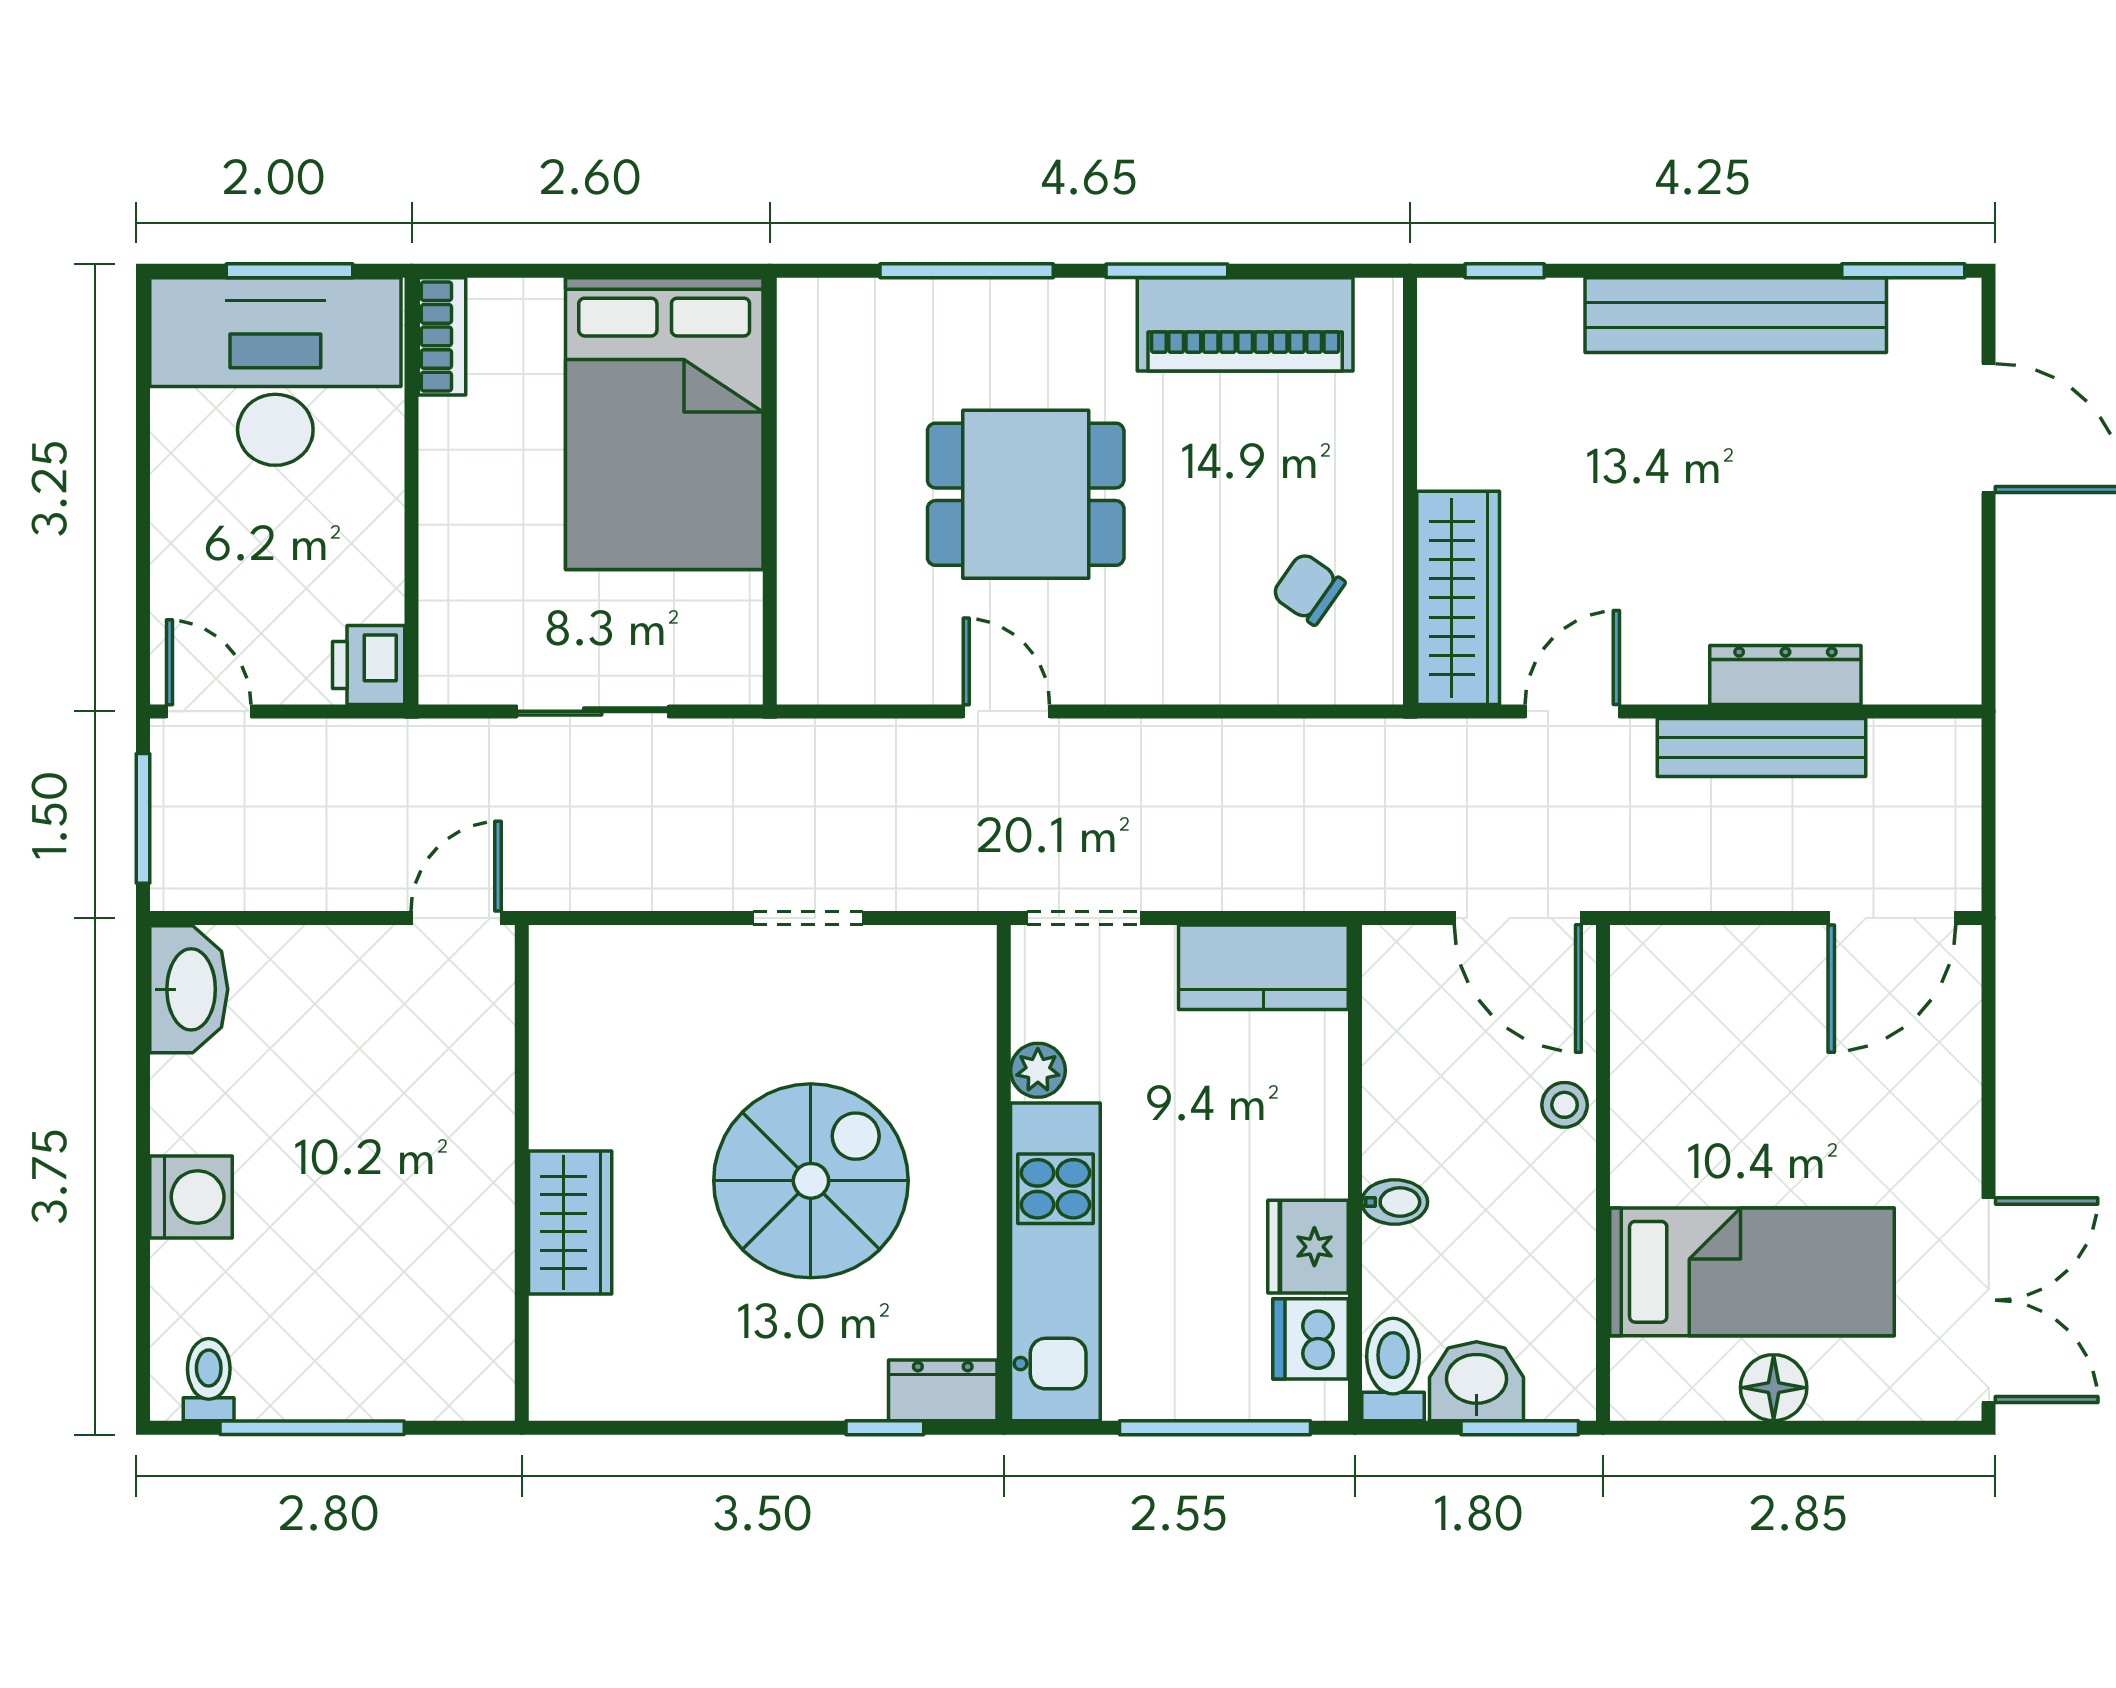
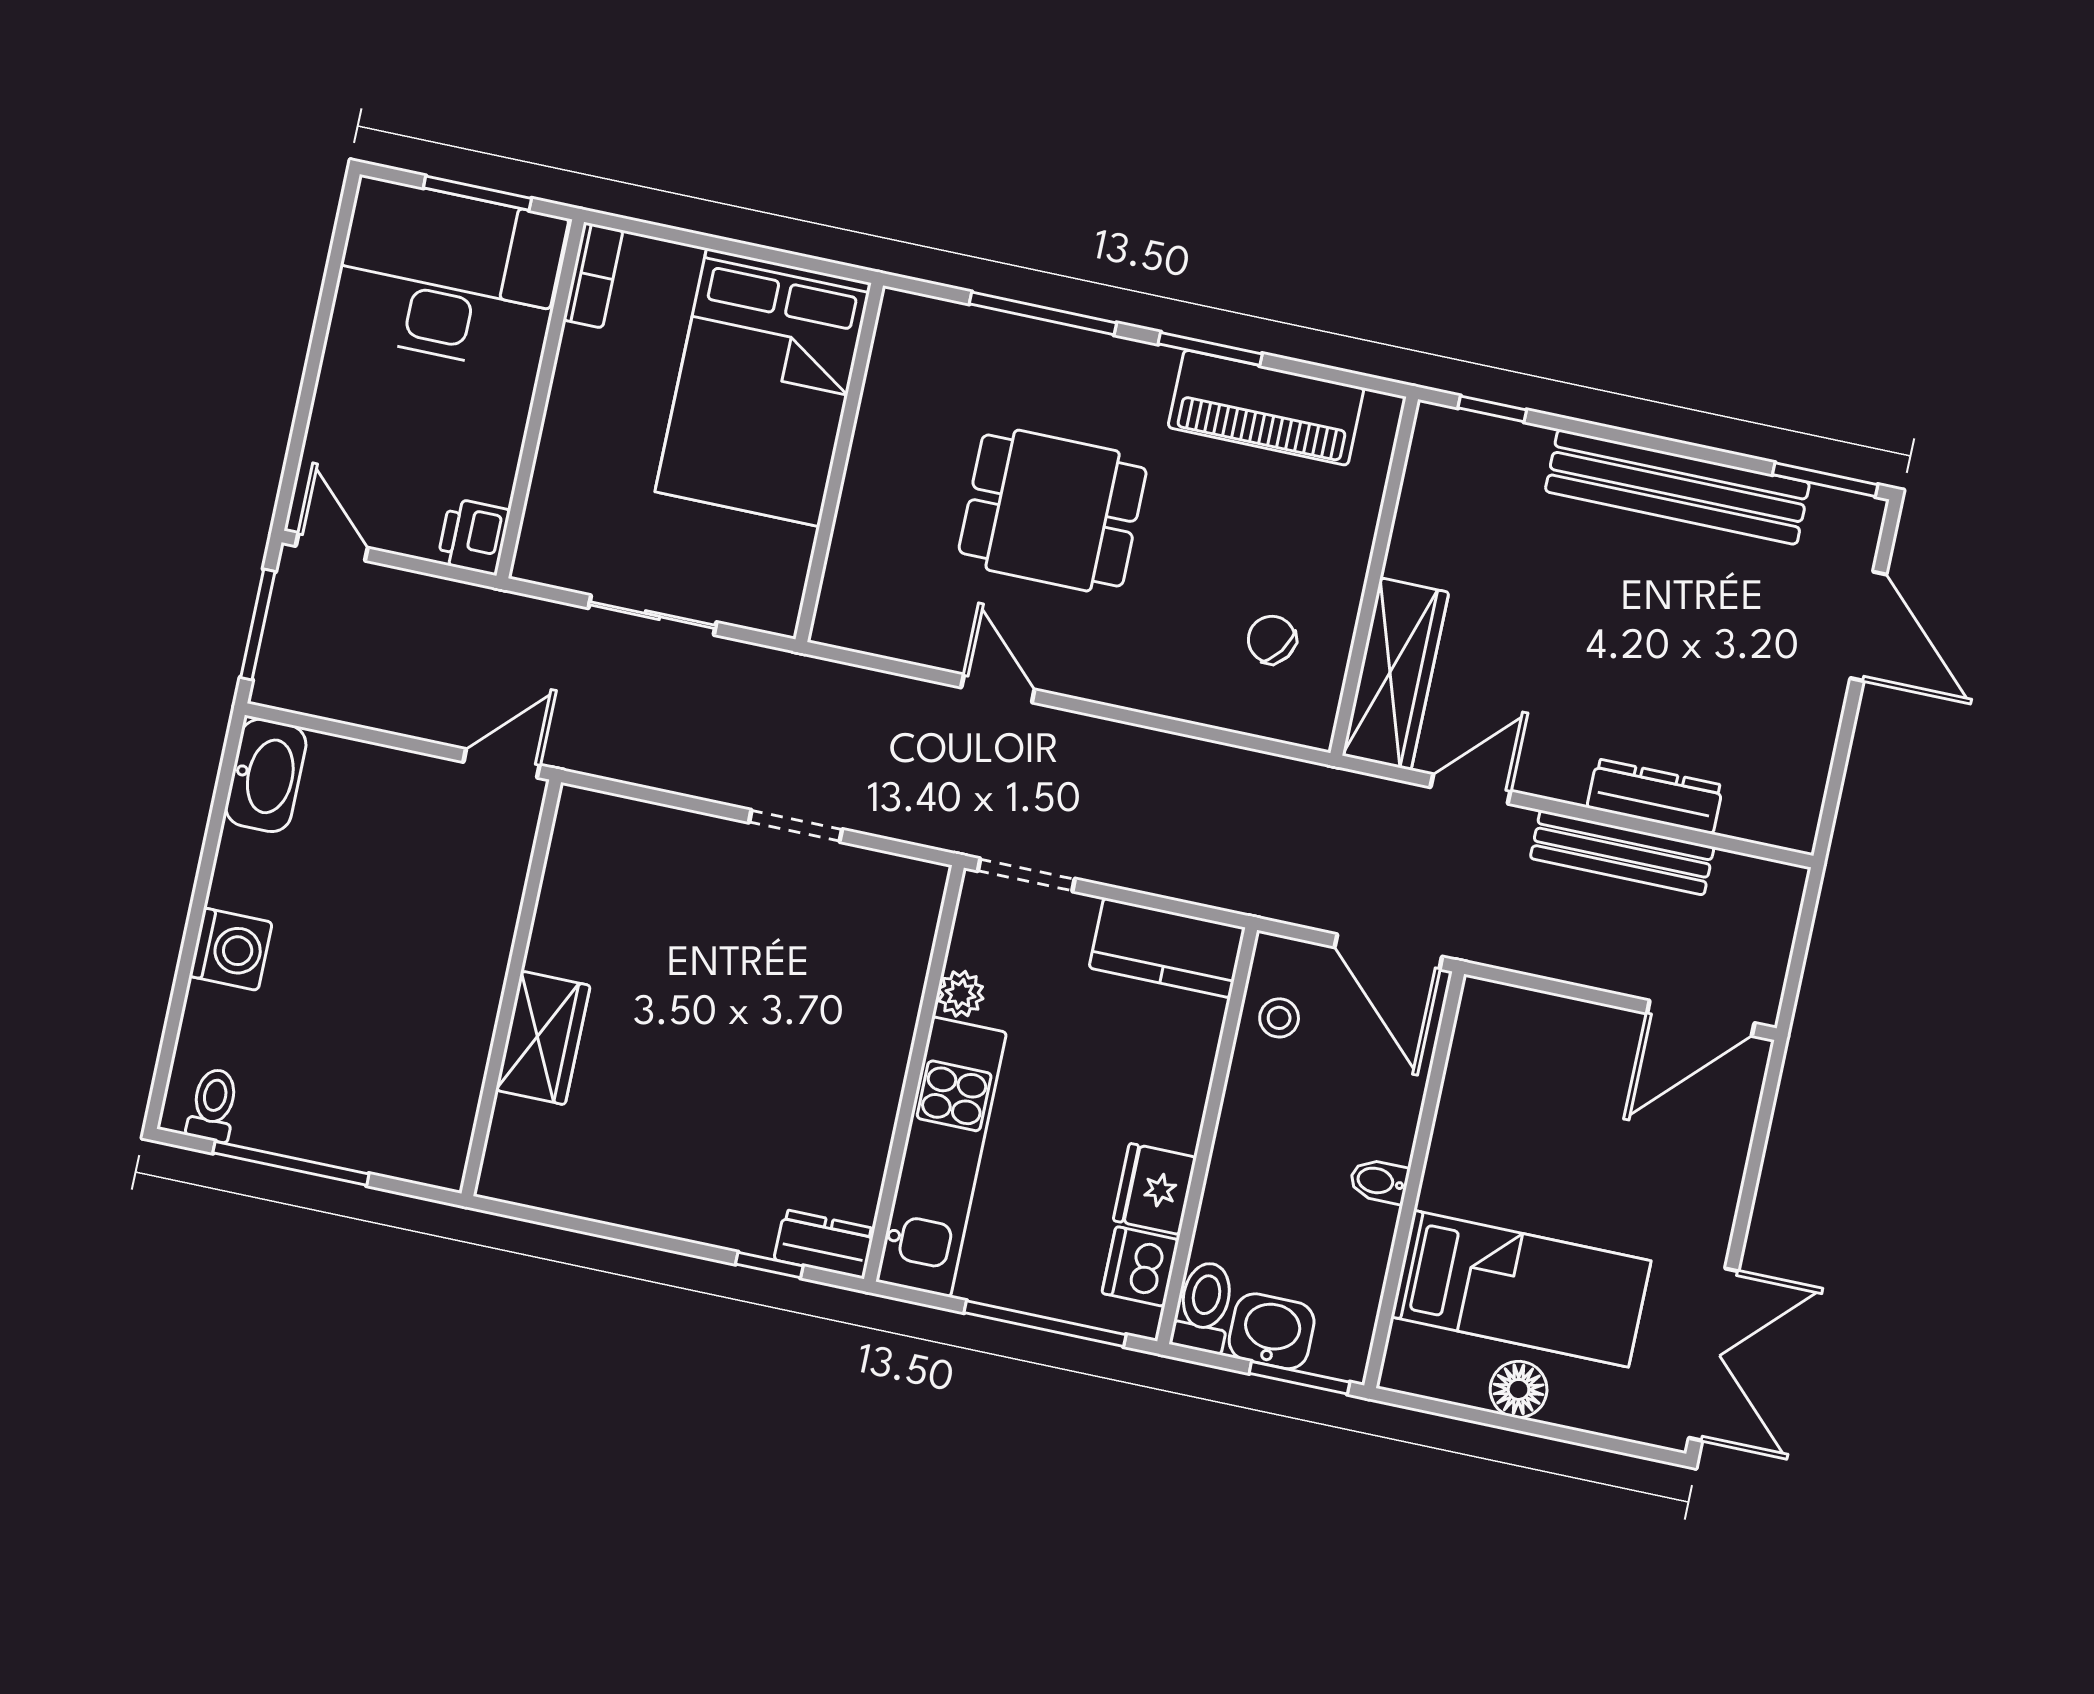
stool: (1565, 1105) -> (1279, 1018), moved
spiral stairs: (811, 1181) -> (751, 1046), removed
bidet: (1395, 1202) -> (1379, 1181), moved, turned 180

